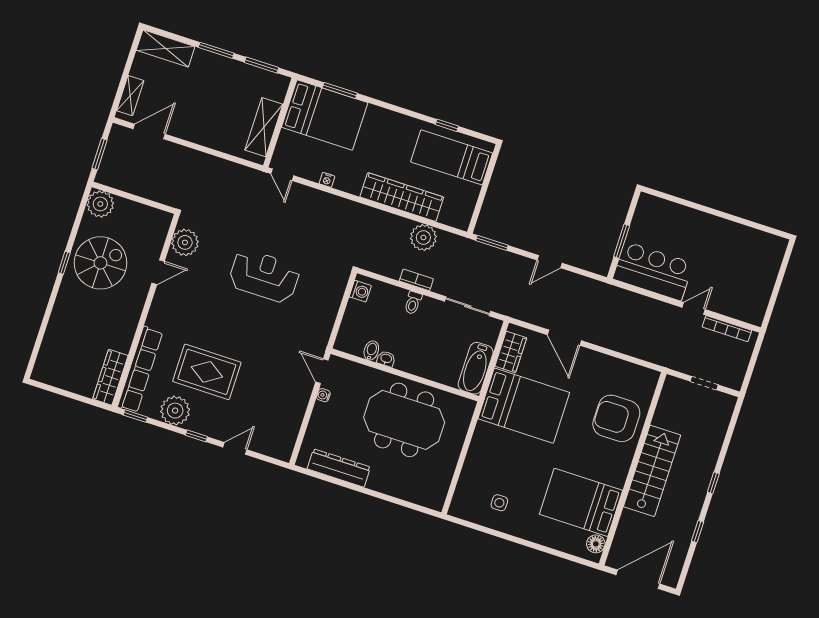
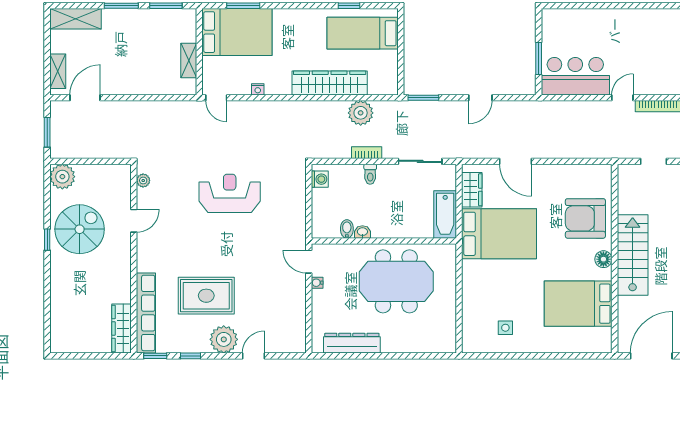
shelving: (264, 127) -> (189, 61), width x0.67, depth x0.75
plant: (185, 242) -> (143, 181), width x0.53, depth x0.53
plant: (175, 411) -> (224, 339), moved
window: (196, 436) -> (191, 356), moved
floor lamp: (596, 544) -> (603, 259), moved

